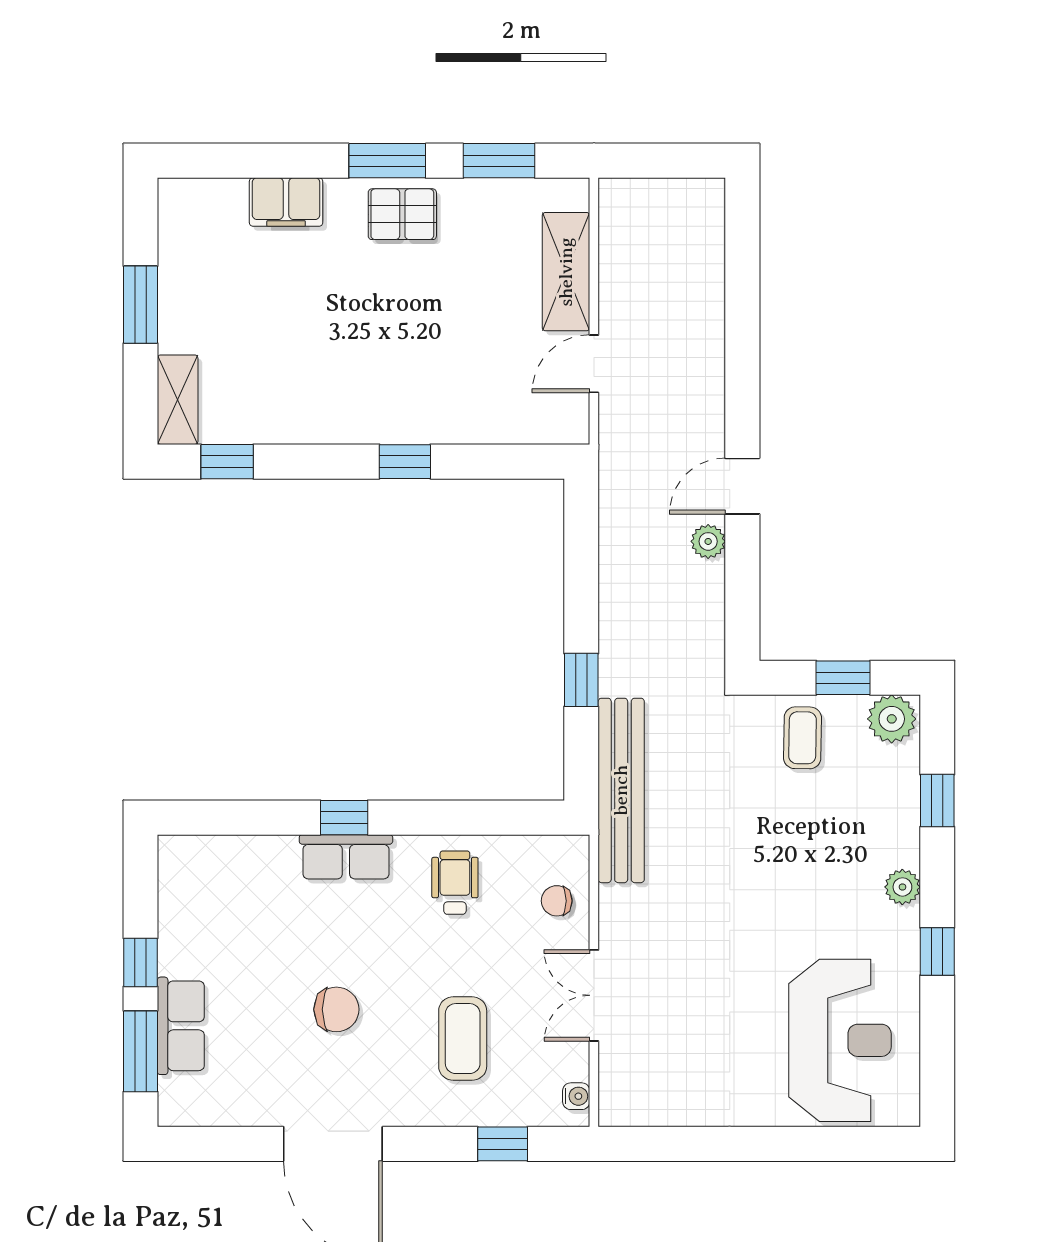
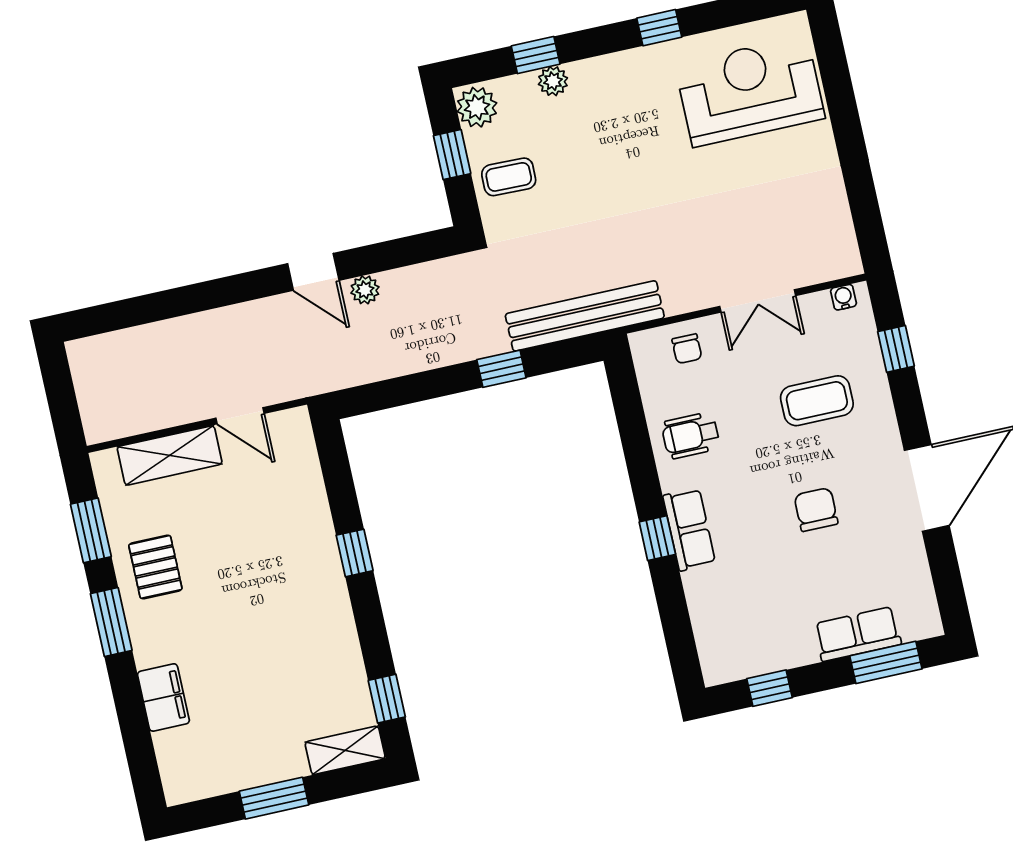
pallet: (402, 214) -> (155, 567), moved
plant: (902, 887) -> (553, 81), moved
window: (141, 962) -> (769, 688), moved

